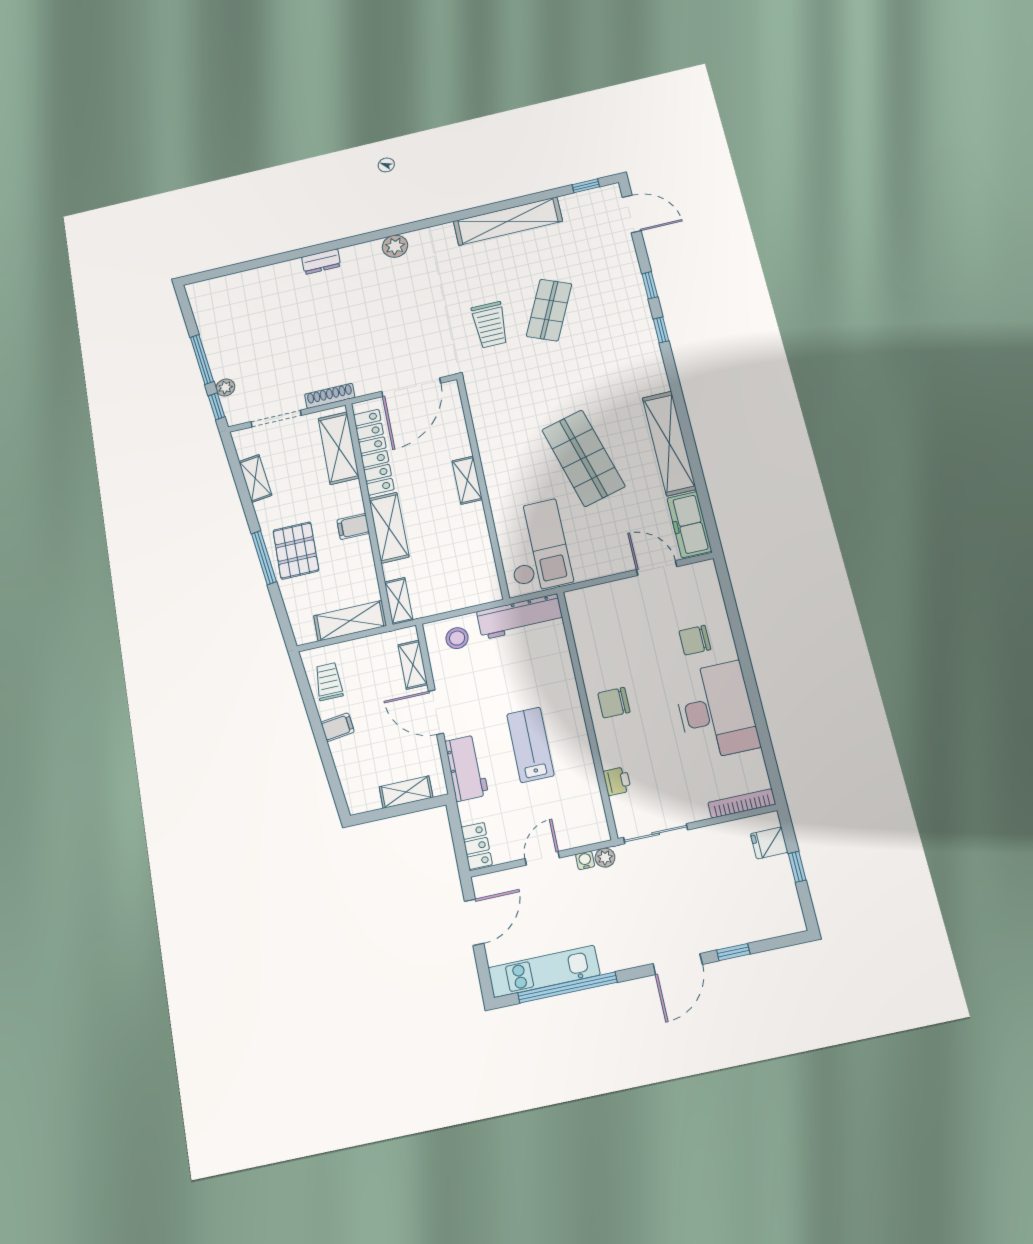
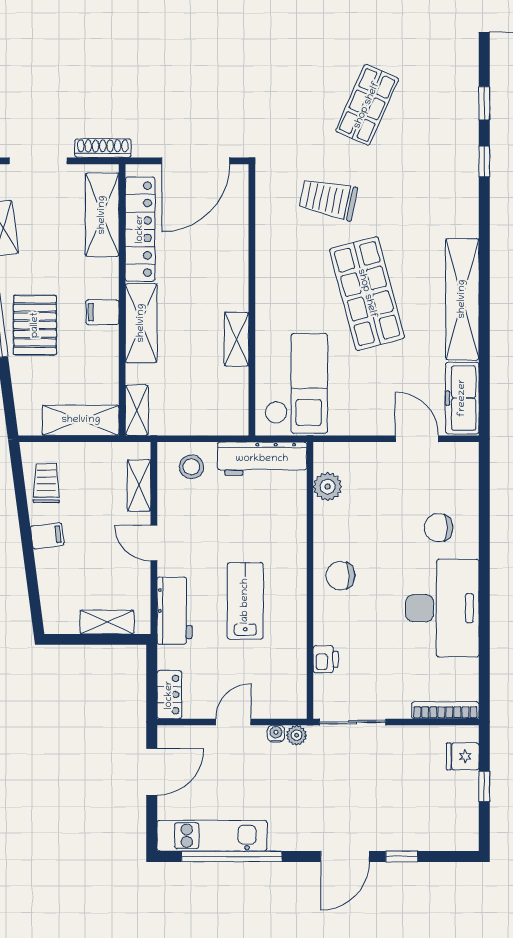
trolley: (490, 325) -> (328, 199), moved, turned 102
shelving: (467, 480) -> (237, 339), moved
plant: (585, 627) -> (328, 487), added
door: (436, 712) -> (154, 543), width x0.73

